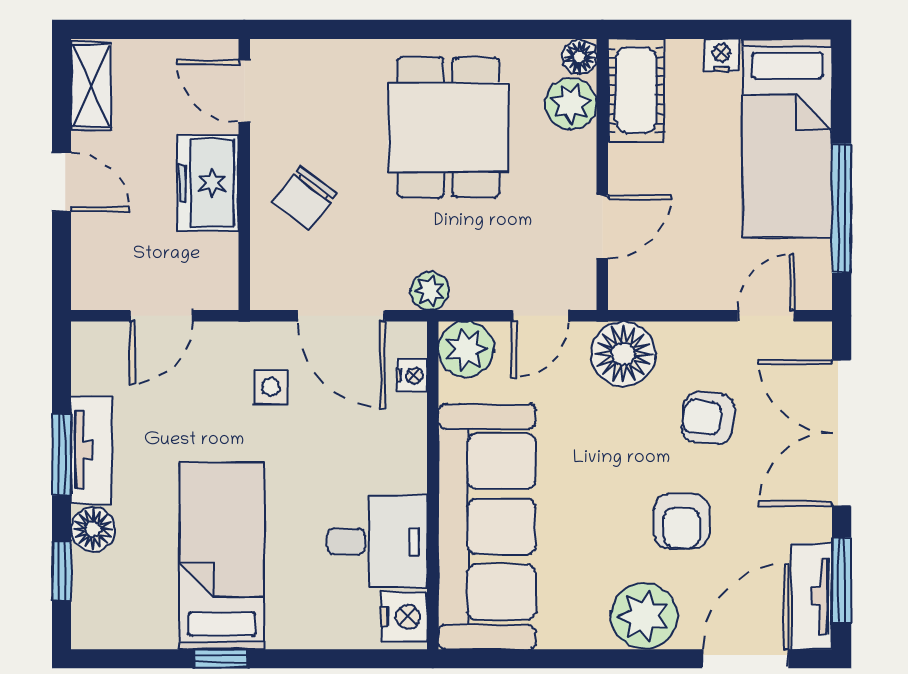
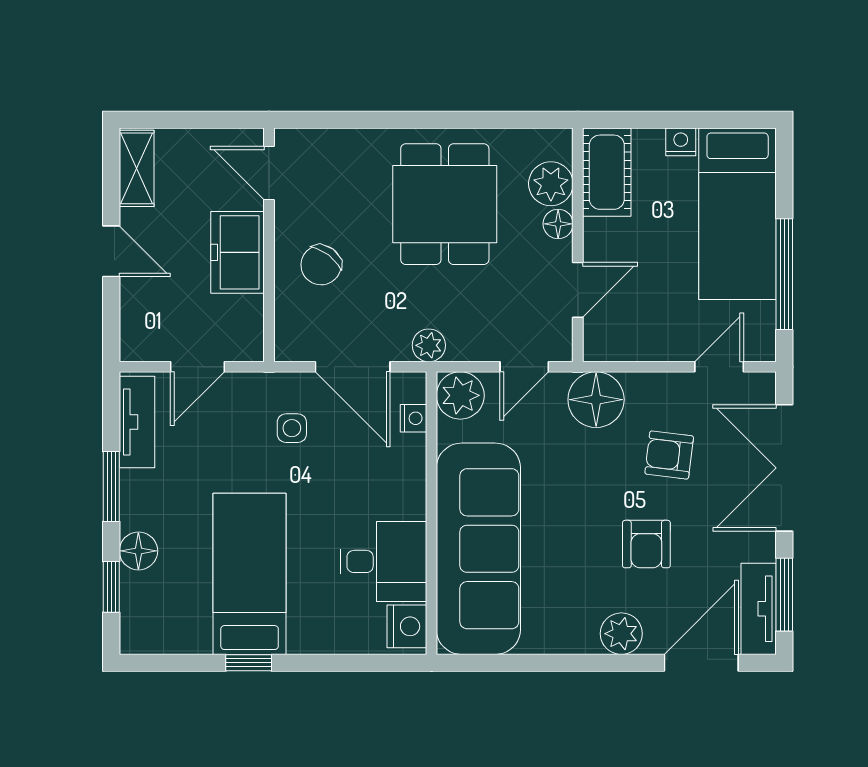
floor lamp: (579, 57) -> (558, 224), moved
tv unit: (91, 450) -> (137, 422), moved
plant: (644, 616) -> (621, 634), width x0.73, depth x0.73

